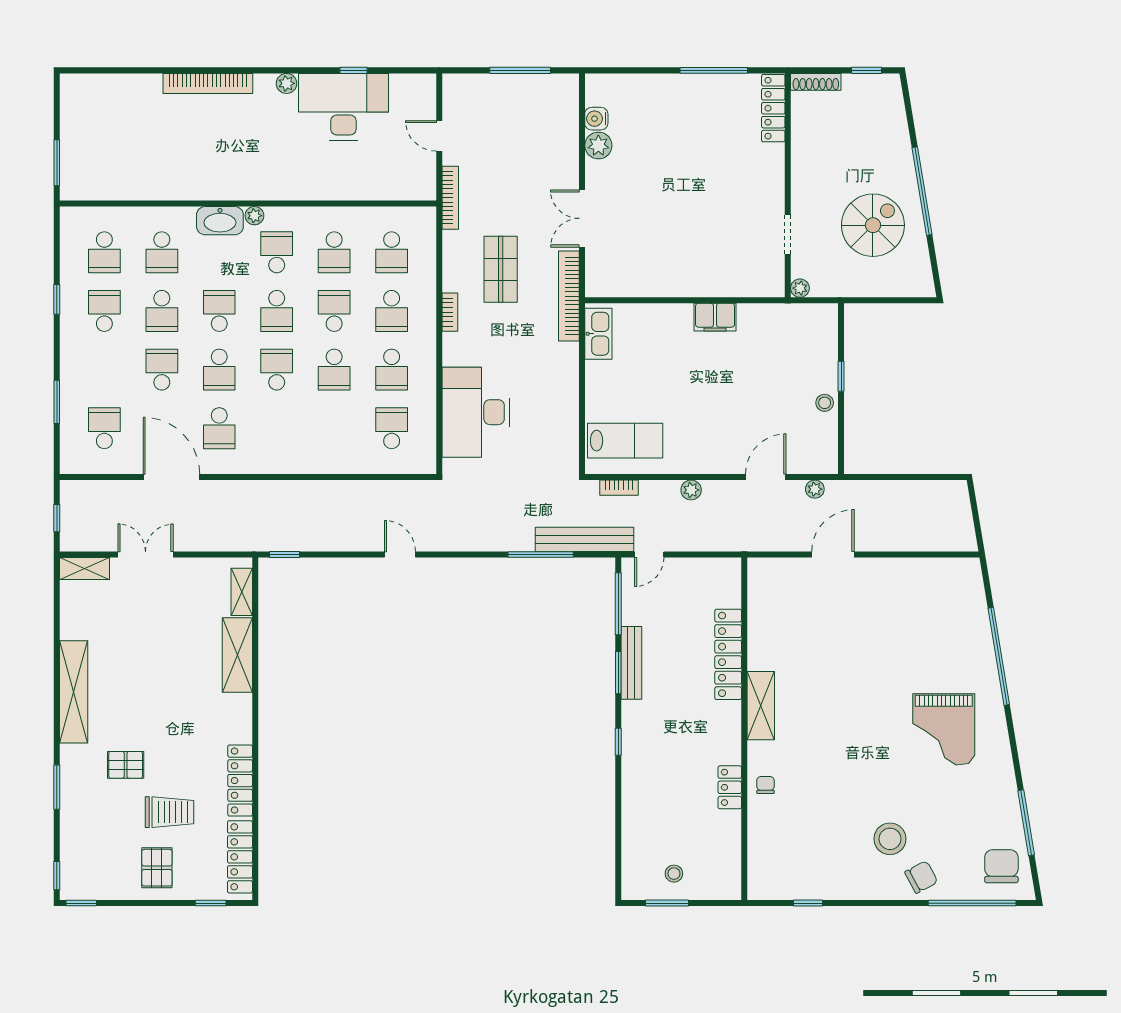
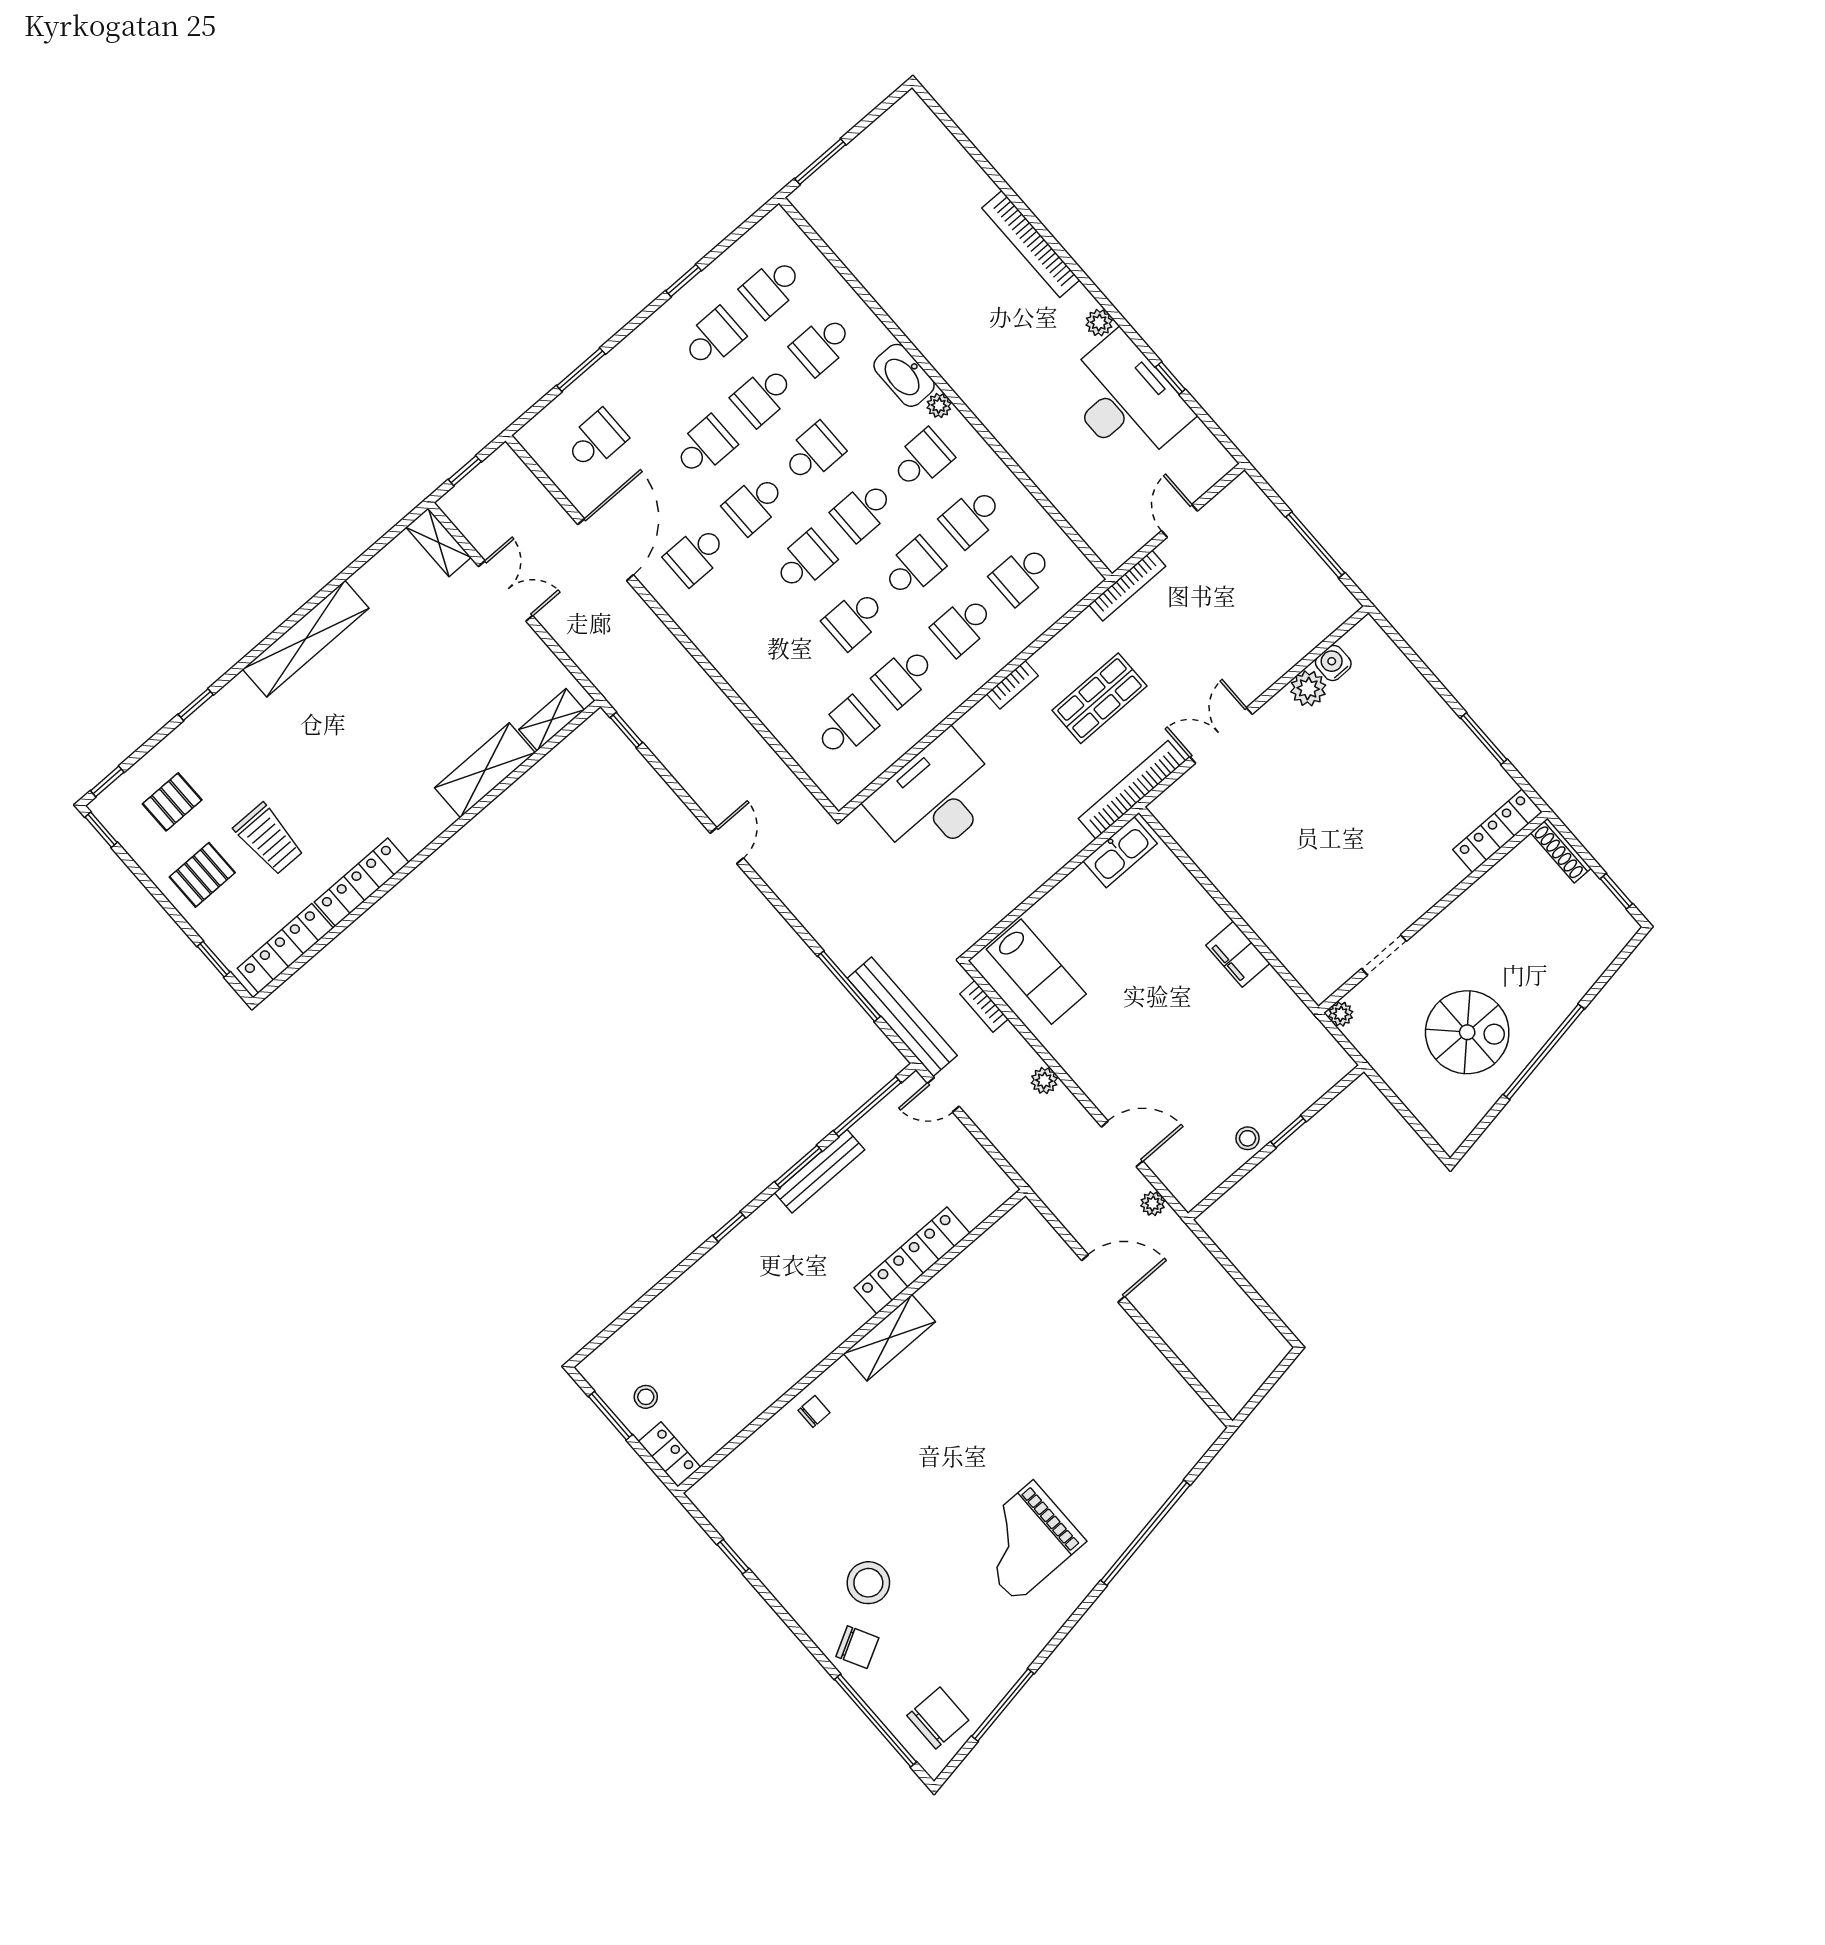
window: (714, 70) -> (1484, 739), width x0.69
pallet: (126, 765) -> (172, 802), moved, turned 90
window: (57, 787) -> (196, 705), width x0.67
locker: (730, 787) -> (669, 1454), moved, turned 90

